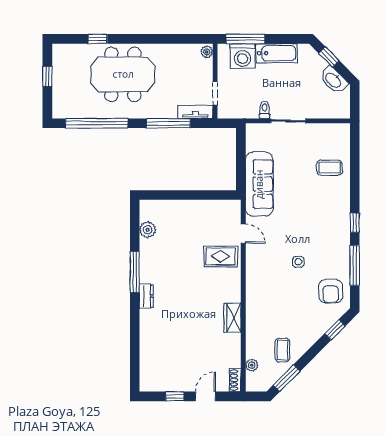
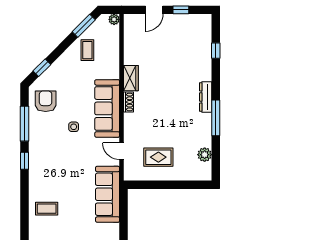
rug: (221, 256) -> (158, 157), moved
sofa: (260, 283) -> (107, 108), added
dresser: (146, 296) -> (206, 97), width x1.44
window: (135, 349) -> (216, 51), added
plant: (252, 365) -> (114, 19), moved
shoe rack: (235, 380) -> (128, 102), moved

